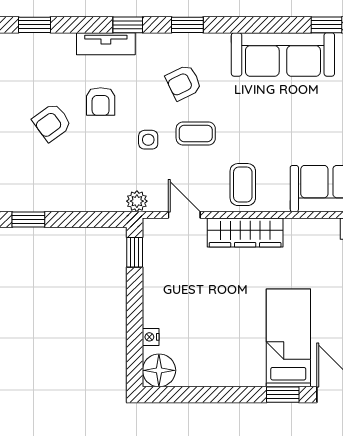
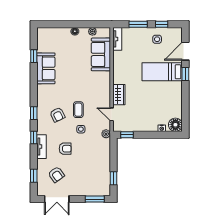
sofa: (283, 54) -> (46, 68), width x0.73
armchair: (52, 122) -> (56, 175), moved
coffee table: (243, 185) -> (99, 90), removed
door: (184, 215) -> (112, 114), hinge flipped
wardrobe: (245, 233) -> (119, 95), width x0.67

